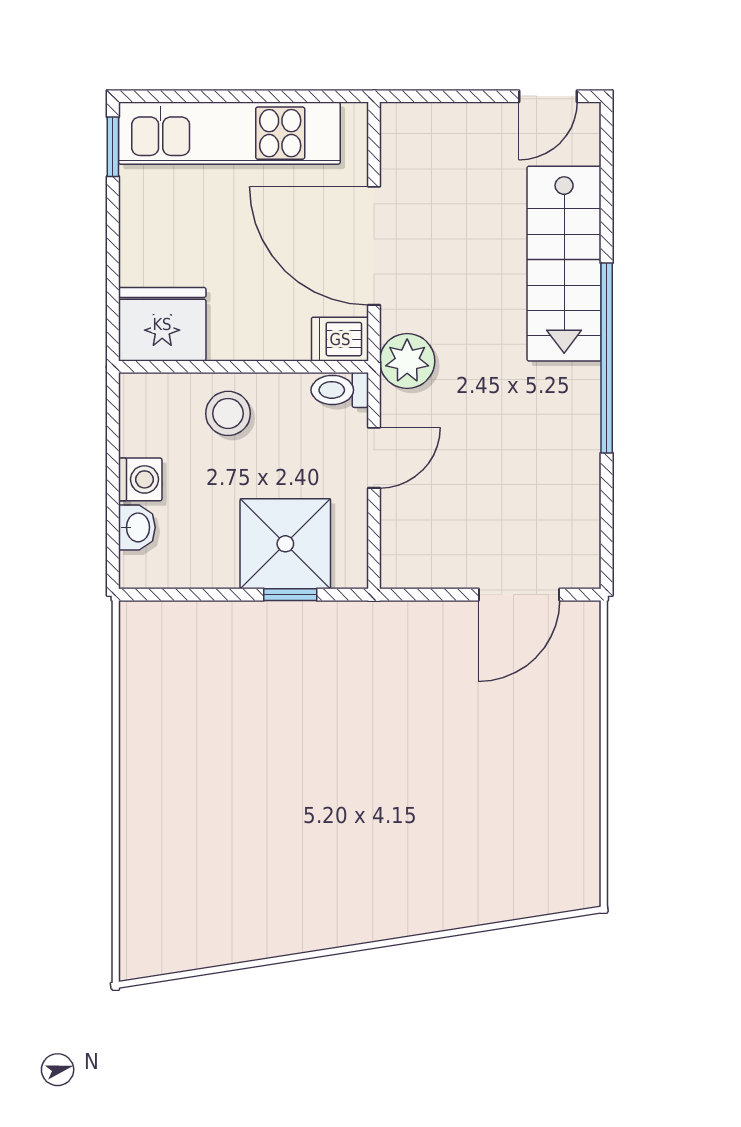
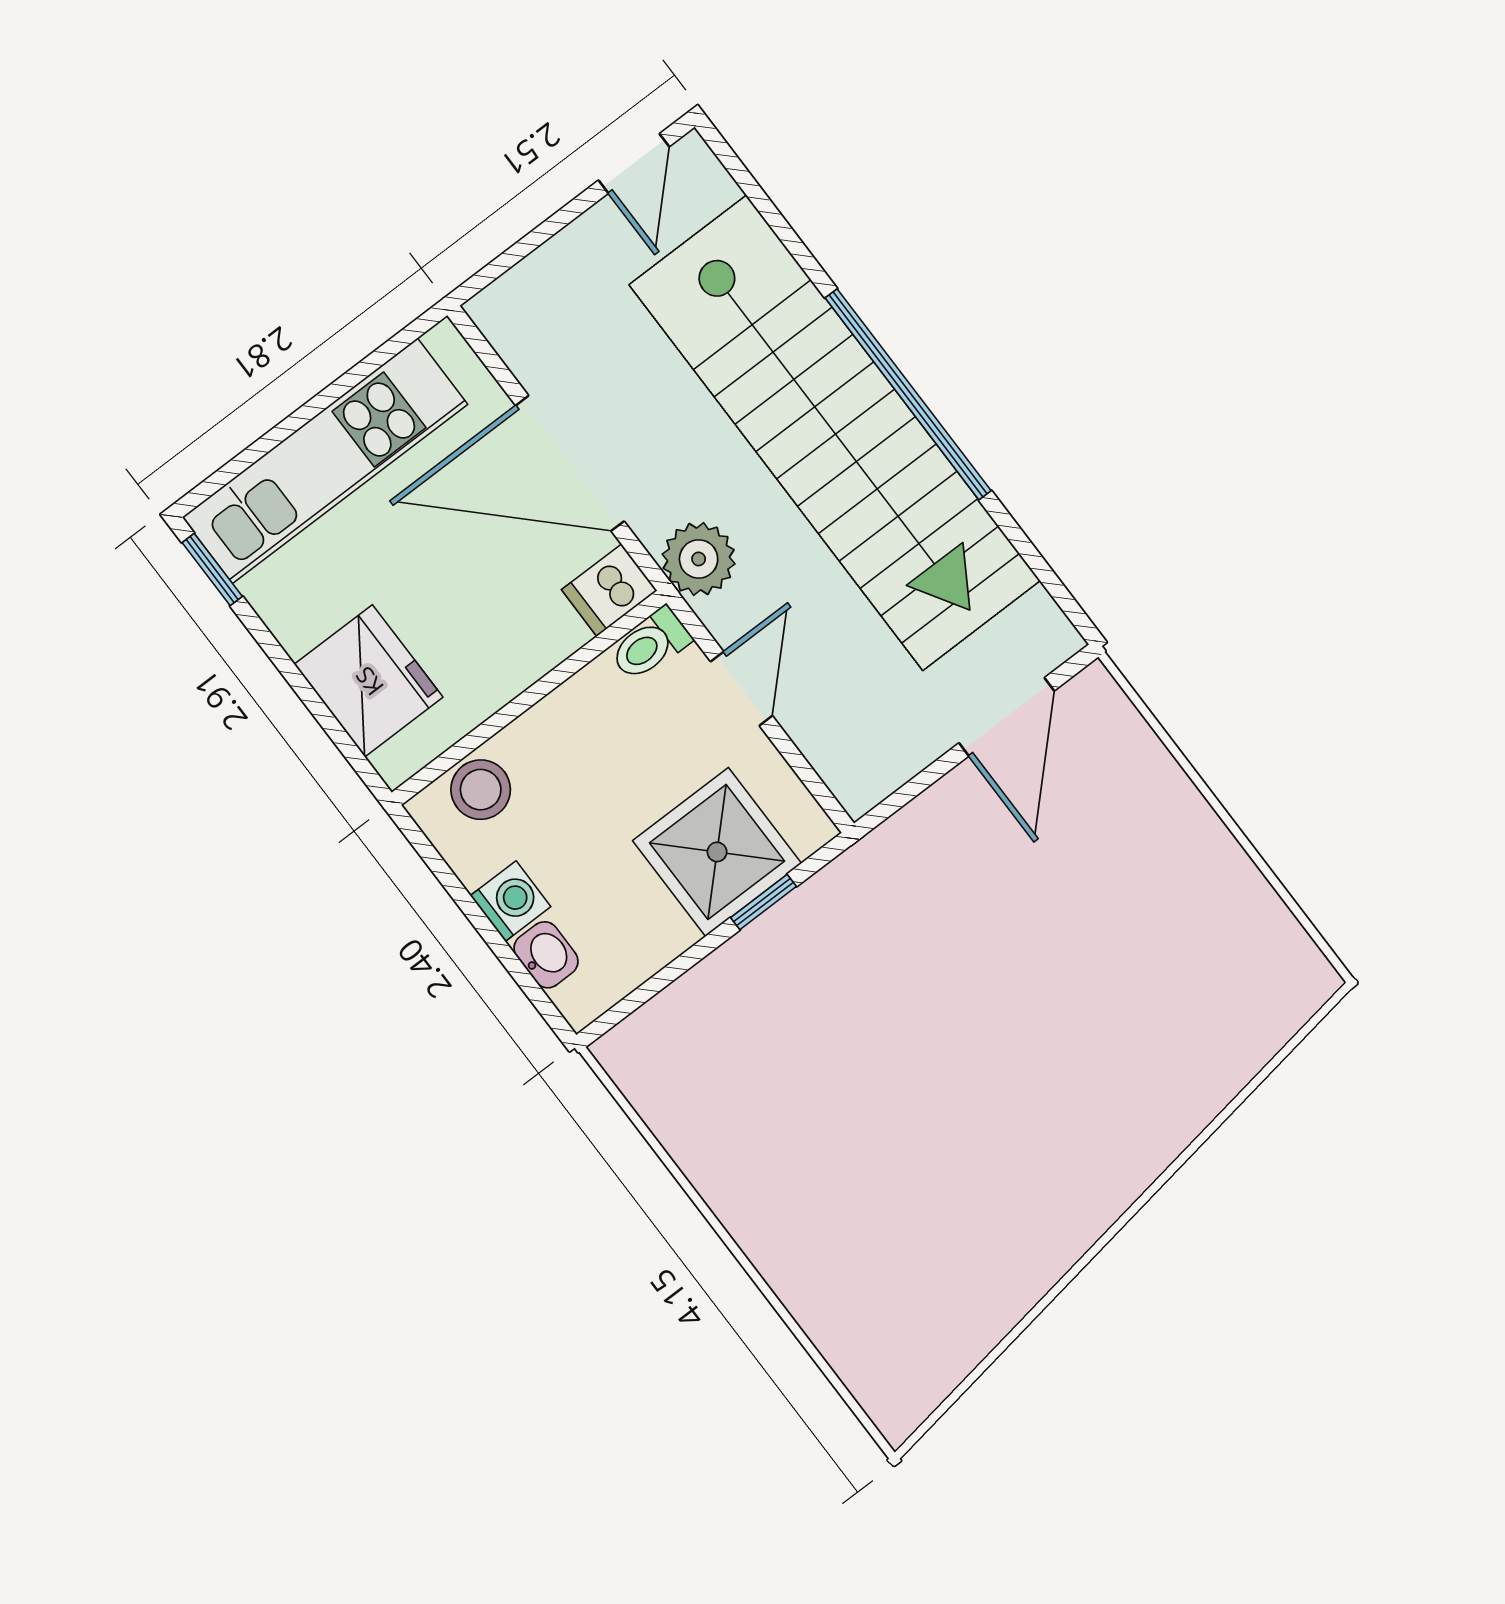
stairs: (564, 264) -> (835, 433), width x1.86, depth x1.51
fridge: (162, 324) -> (369, 681), moved, turned 90
stool: (228, 413) -> (481, 790), moved

